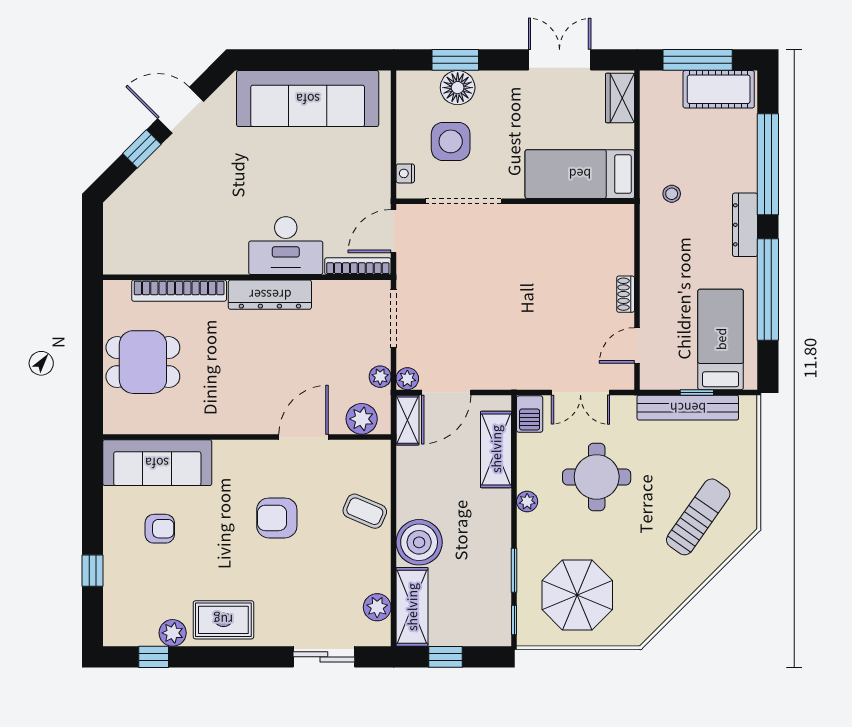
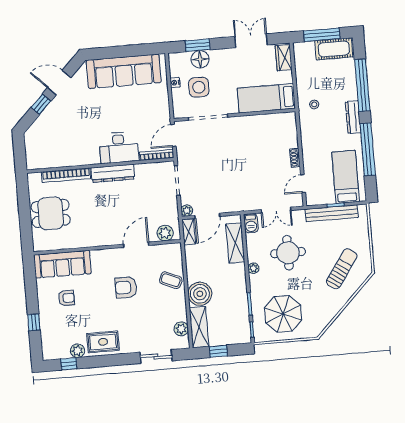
nightstand: (405, 173) -> (175, 83), moved
plant: (380, 377) -> (173, 211), removed

